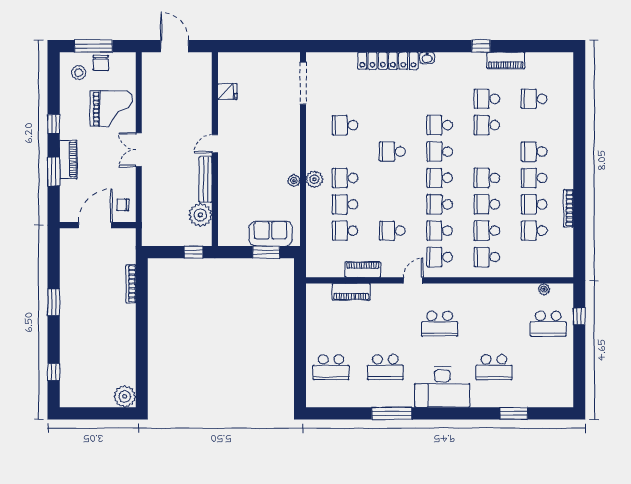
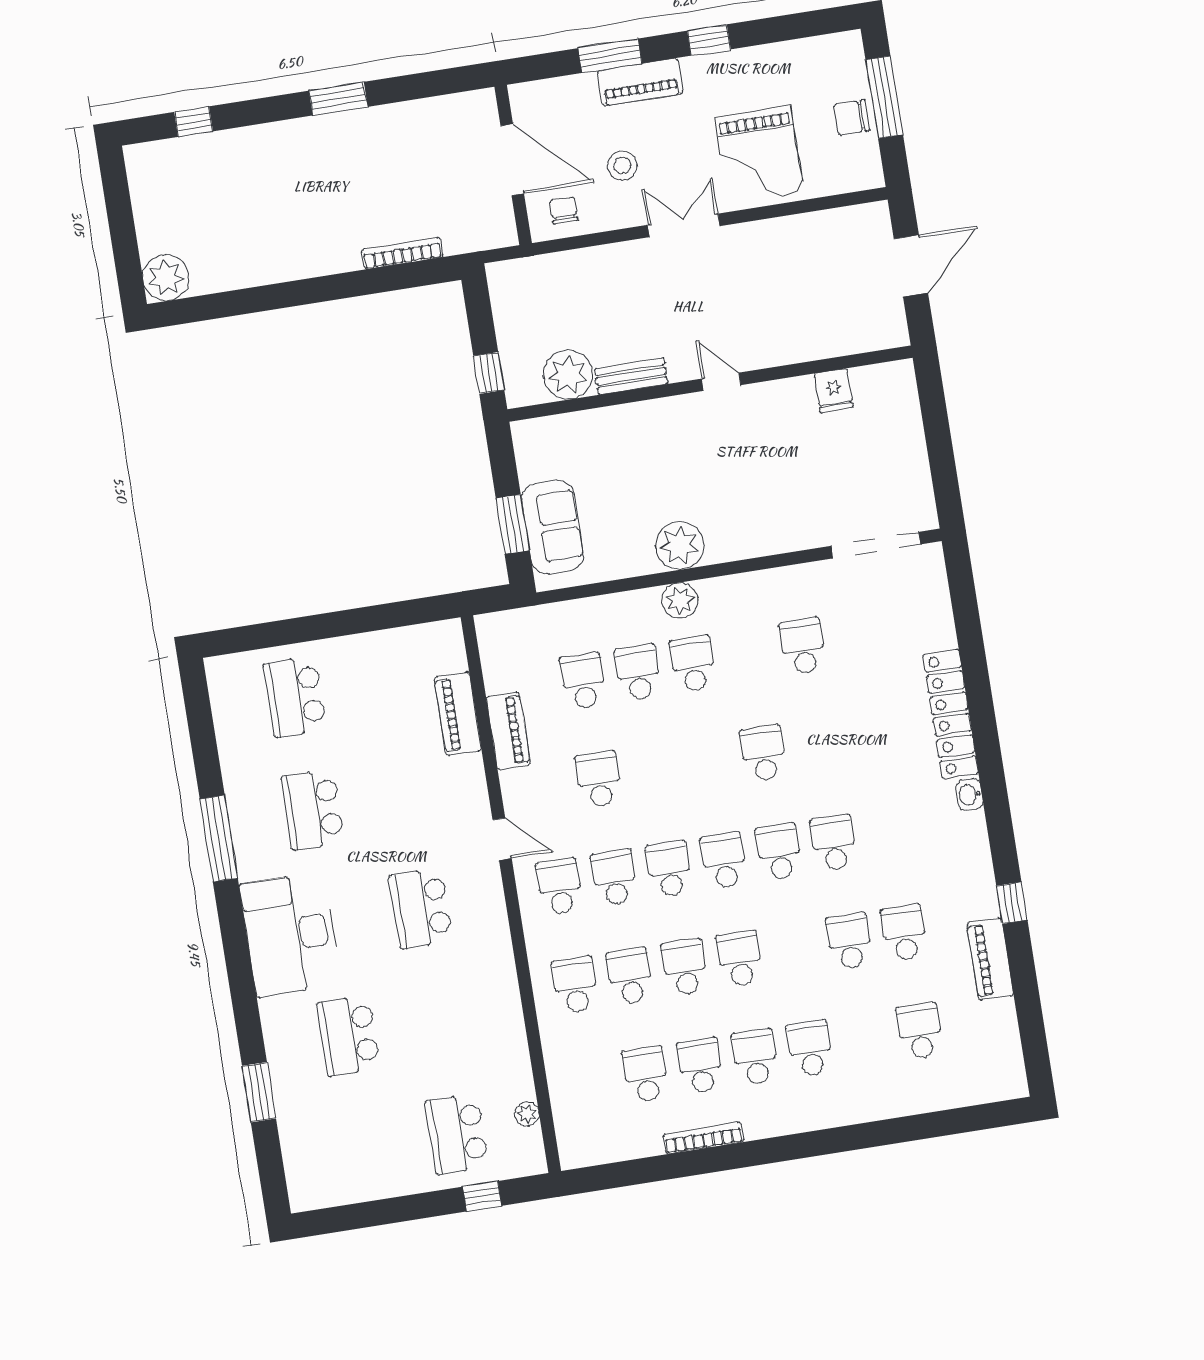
stool: (79, 73) -> (622, 166), moved
bench: (206, 179) -> (631, 376), width x0.73
plant: (294, 181) -> (680, 545), width x1.88, depth x1.88

